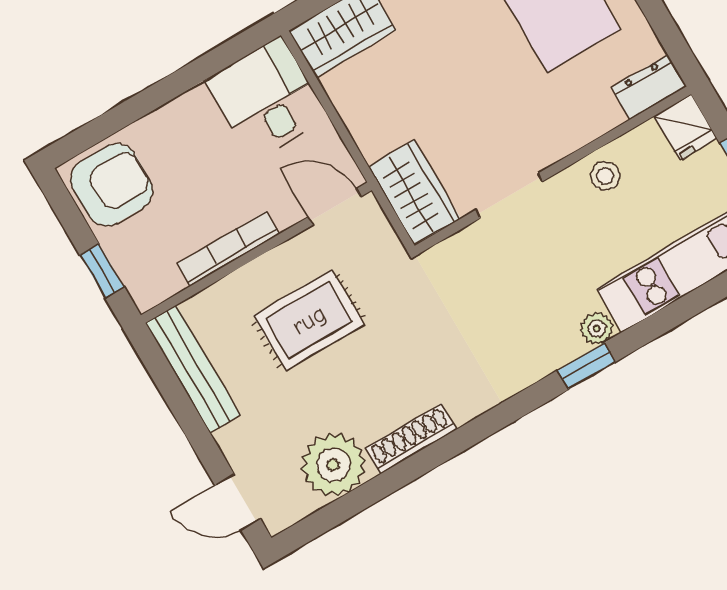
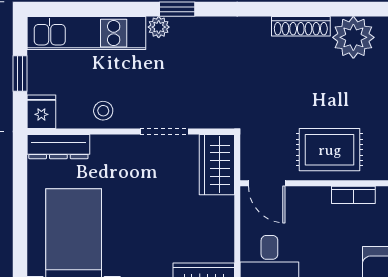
dresser: (649, 87) -> (58, 147), width x1.44
bookcase: (228, 249) -> (353, 195), width x0.64
rug: (309, 320) -> (330, 150), moved

